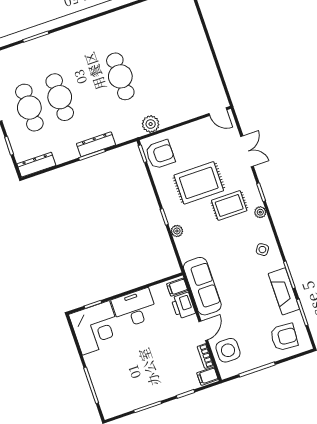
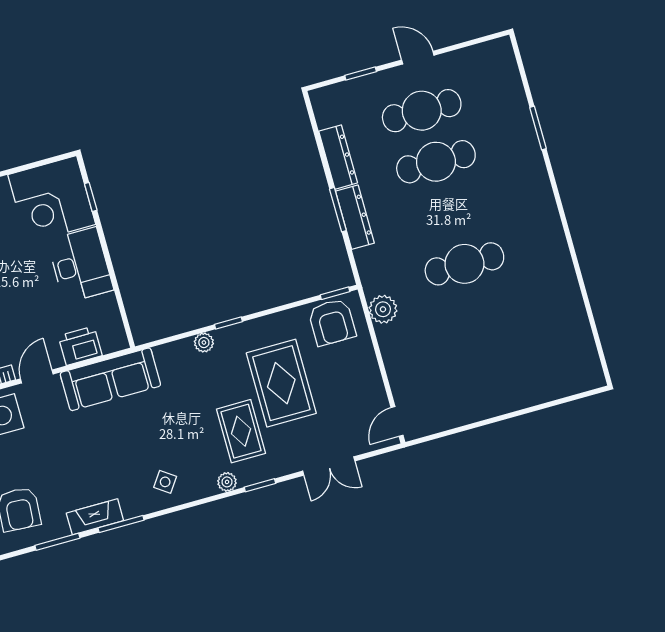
dresser: (36, 165) -> (338, 157), moved
filing cabinet: (177, 287) -> (111, 338), removed
fireplace: (284, 291) -> (95, 517), width x0.73, depth x0.76
door: (203, 331) -> (37, 376), swing flipped

